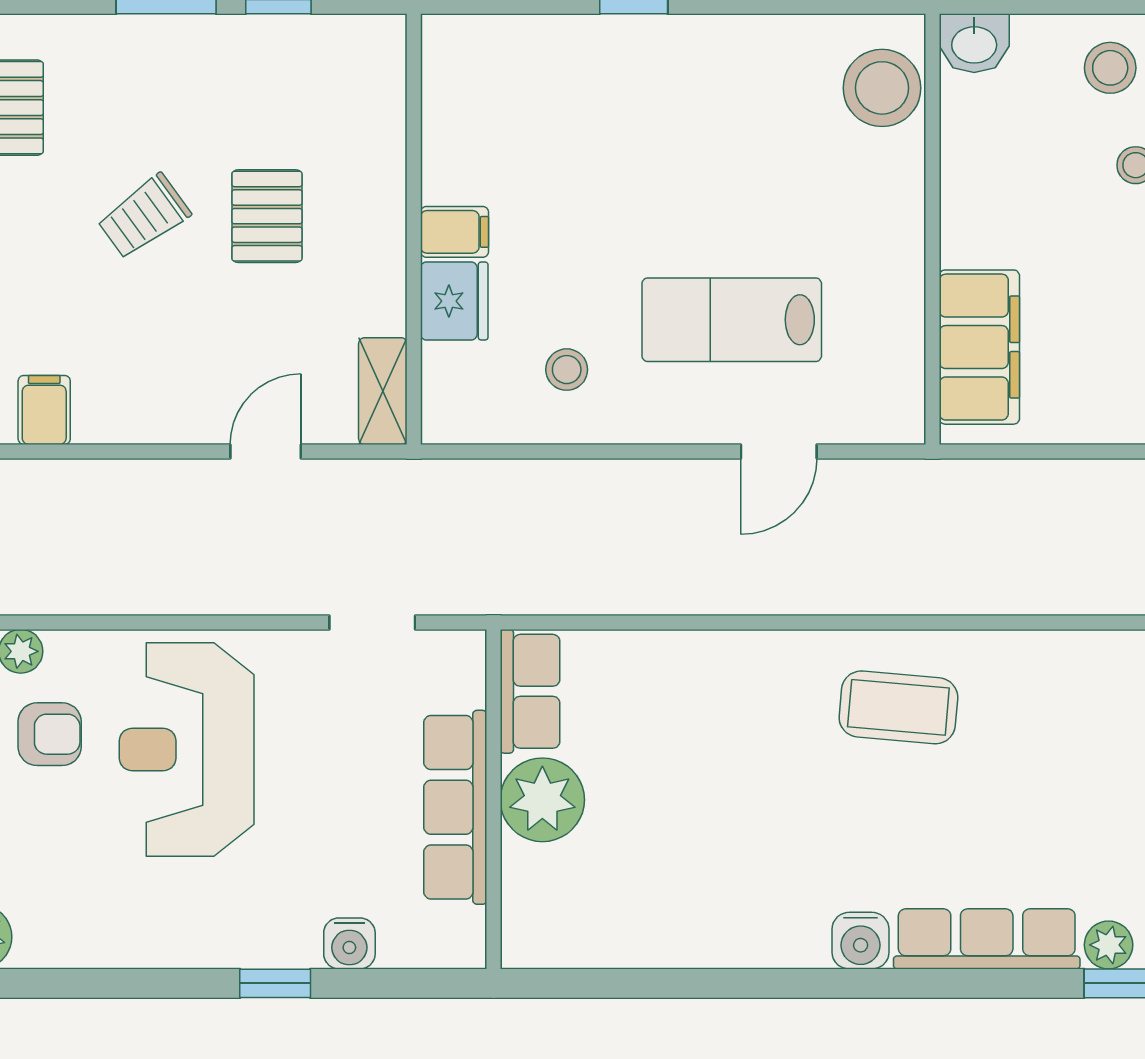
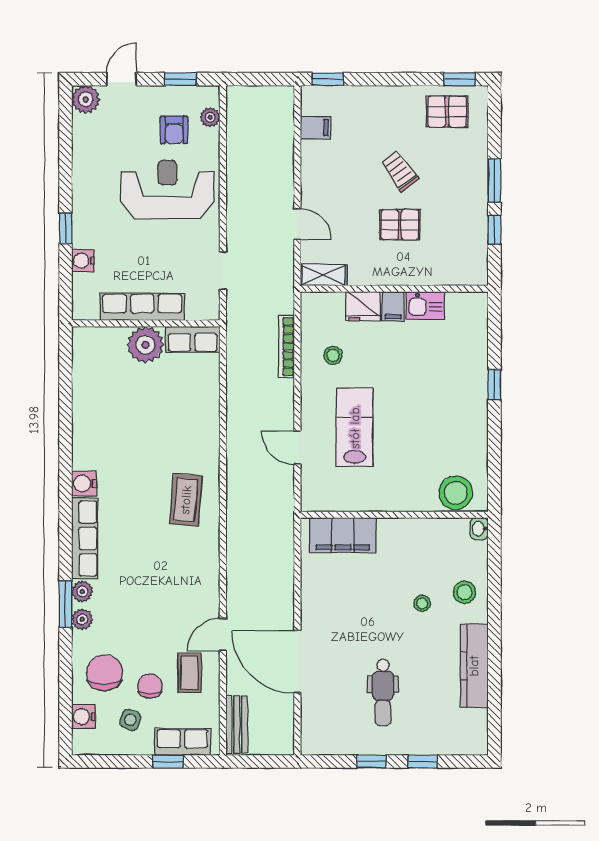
washbasin: (974, 43) -> (479, 529), width x0.72, depth x0.69
kitchen sink: (452, 158) -> (425, 305), added
bookcase: (547, 476) -> (286, 347), added

